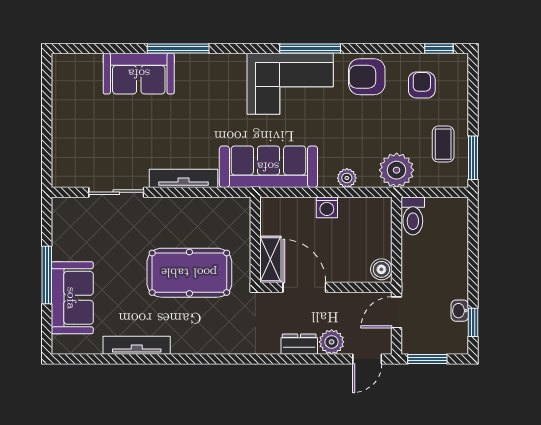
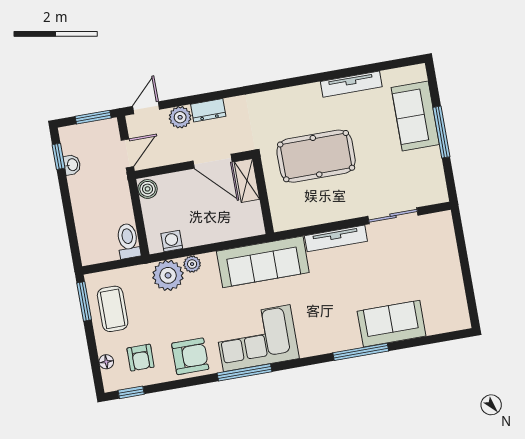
floor lamp: (460, 87) -> (106, 362), added
coffee table: (443, 144) -> (113, 309), width x1.36, depth x1.30
plant: (397, 170) -> (168, 275), moved
washing machine: (327, 207) -> (172, 241), moved

